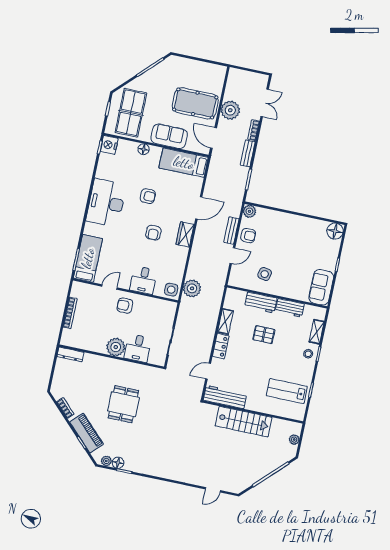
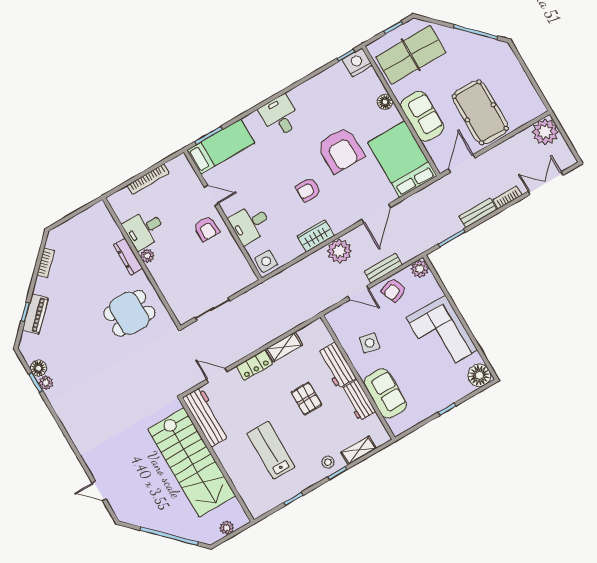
double door: (265, 103) -> (546, 183), swing flipped
plant: (230, 110) -> (545, 132), moved
bed: (184, 163) -> (402, 159), width x1.50
armchair: (148, 196) -> (341, 150), width x1.88, depth x1.88
desk: (106, 203) -> (280, 116), width x0.53, depth x0.77
door: (199, 208) -> (376, 213), hinge flipped
corner sofa: (295, 231) -> (442, 334), added
wardrobe: (185, 234) -> (316, 236), moved
armchair: (248, 236) -> (394, 290), turned 69
sofa: (321, 287) -> (385, 393), moved, turned 90
plant: (192, 288) -> (339, 251), moved
armchair: (125, 306) -> (207, 229), turned 180
plant: (116, 347) -> (147, 256), width x0.53, depth x0.53
desk: (138, 348) -> (144, 229), moved
dresser: (70, 354) -> (128, 257), moved
lab bench: (287, 391) -> (271, 450), moved
dining table: (123, 404) -> (129, 313), moved
stairs: (243, 422) -> (192, 463), width x1.36, depth x1.51
piano: (87, 433) -> (35, 314), width x0.73, depth x0.75
plant: (106, 461) -> (46, 383), moved

